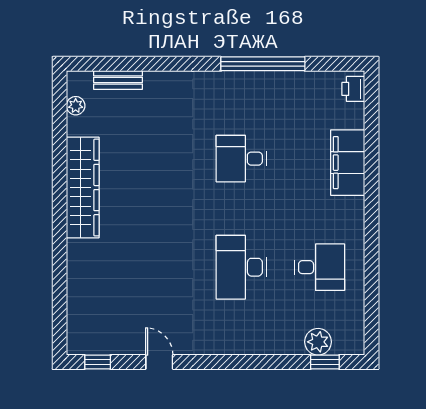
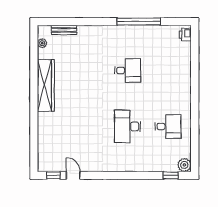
desk: (241, 159) -> (128, 70), turned 180
filing cabinet: (348, 163) -> (182, 72), removed
plant: (318, 342) -> (184, 165), moved
door: (159, 362) -> (73, 175), moved

